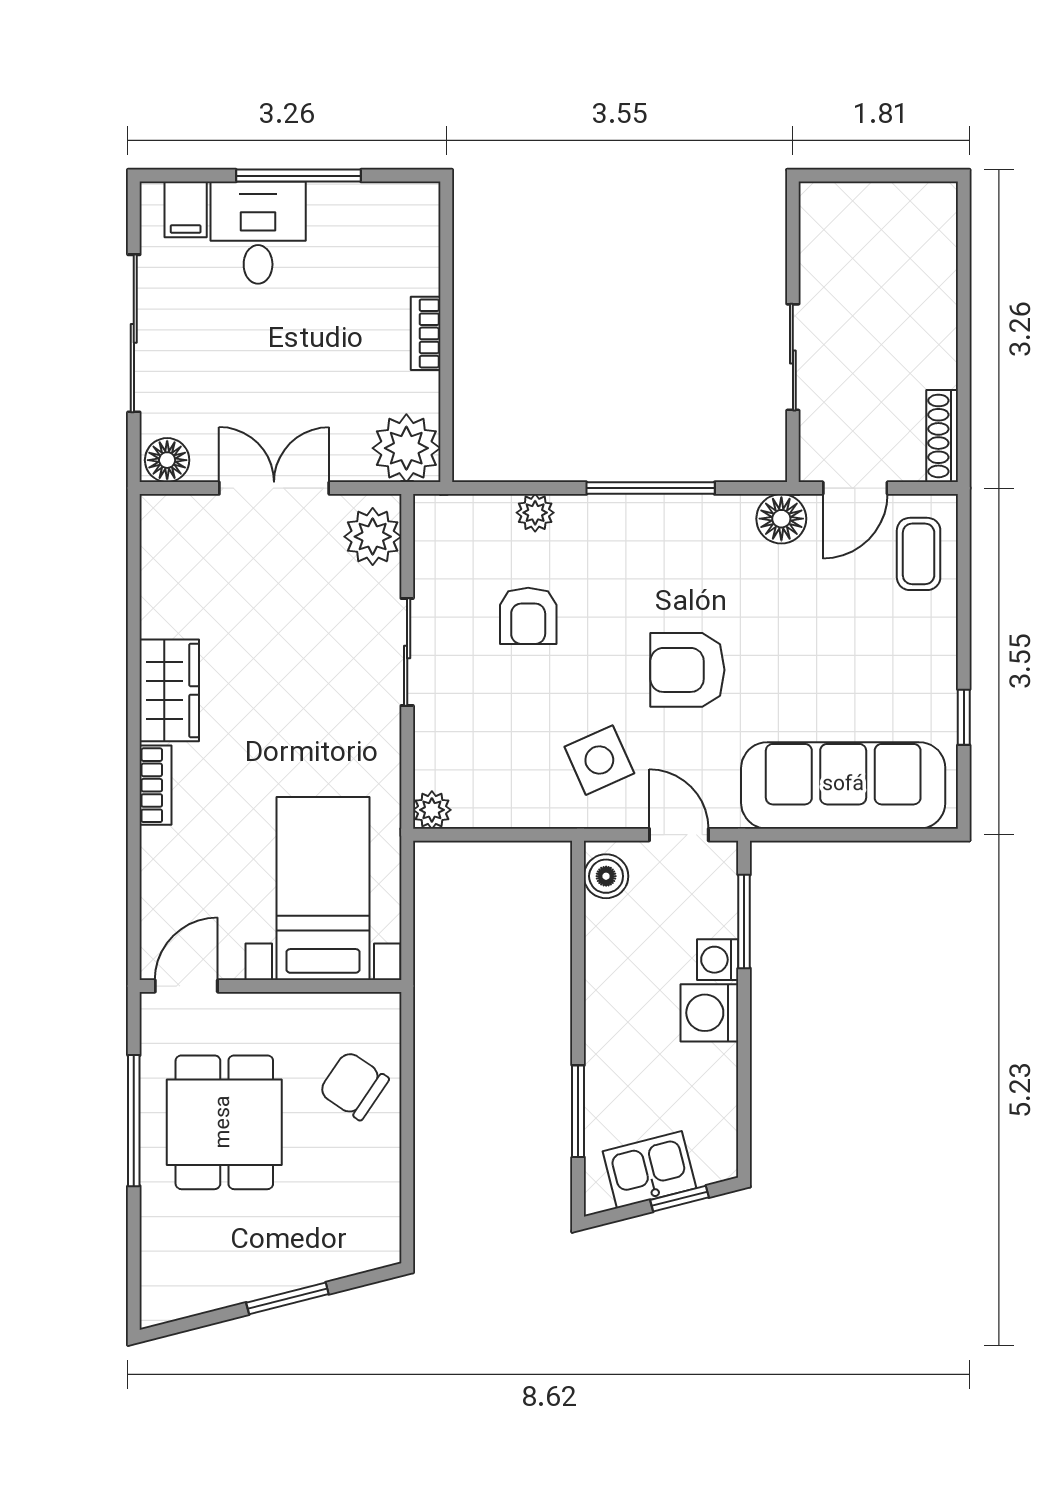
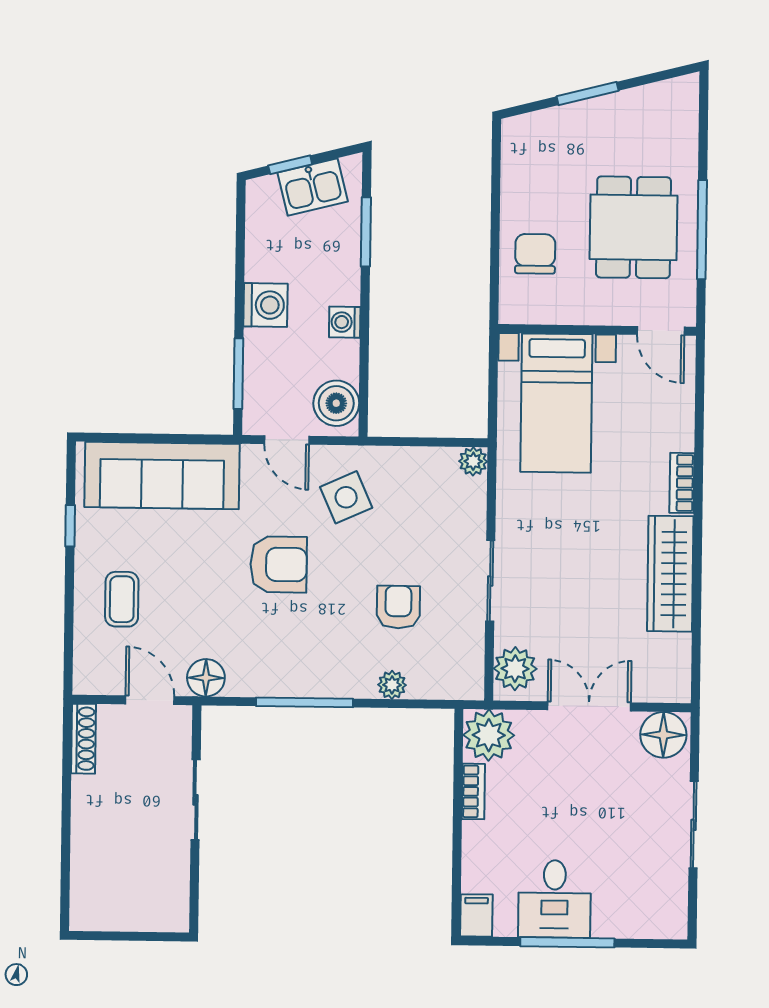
filing cabinet: (186, 209) -> (476, 915), moved
desk: (258, 233) -> (555, 899), moved
sliding door: (134, 333) -> (694, 825), width x0.73
bookcase: (426, 333) -> (473, 791), moved
floor lamp: (167, 460) -> (663, 735), width x1.38, depth x1.38
double door: (274, 488) -> (589, 706), swing flipped
door: (855, 488) -> (150, 700), hinge flipped
coffee table: (919, 554) -> (122, 599), moved
wardrobe: (169, 690) -> (670, 574), width x1.50
boiler: (606, 876) -> (336, 403), width x1.36, depth x1.36
washing machine: (718, 960) -> (345, 322), moved, turned 180
door: (186, 986) -> (661, 331), hinge flipped
chair: (354, 1085) -> (535, 254), turned -124

